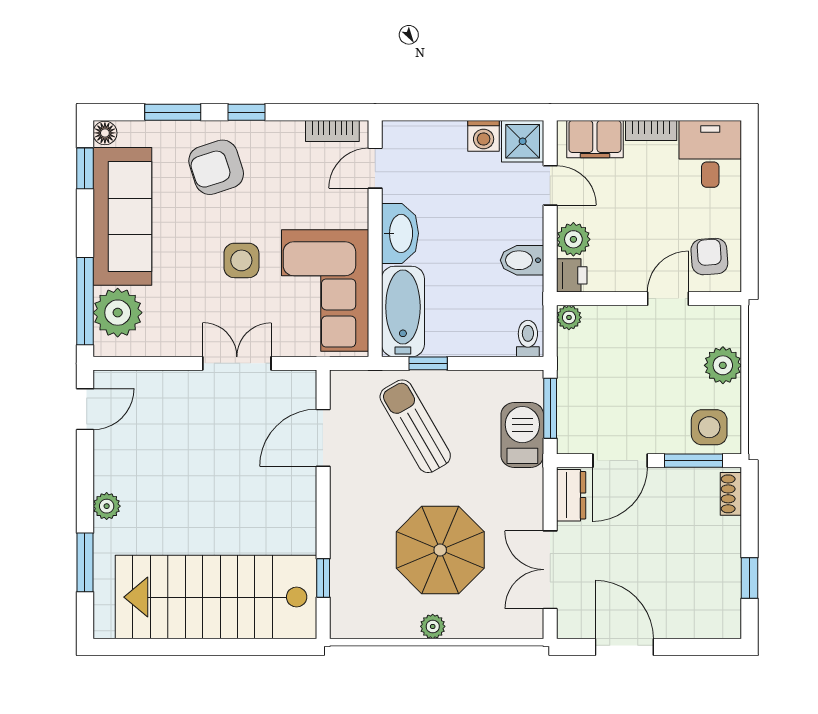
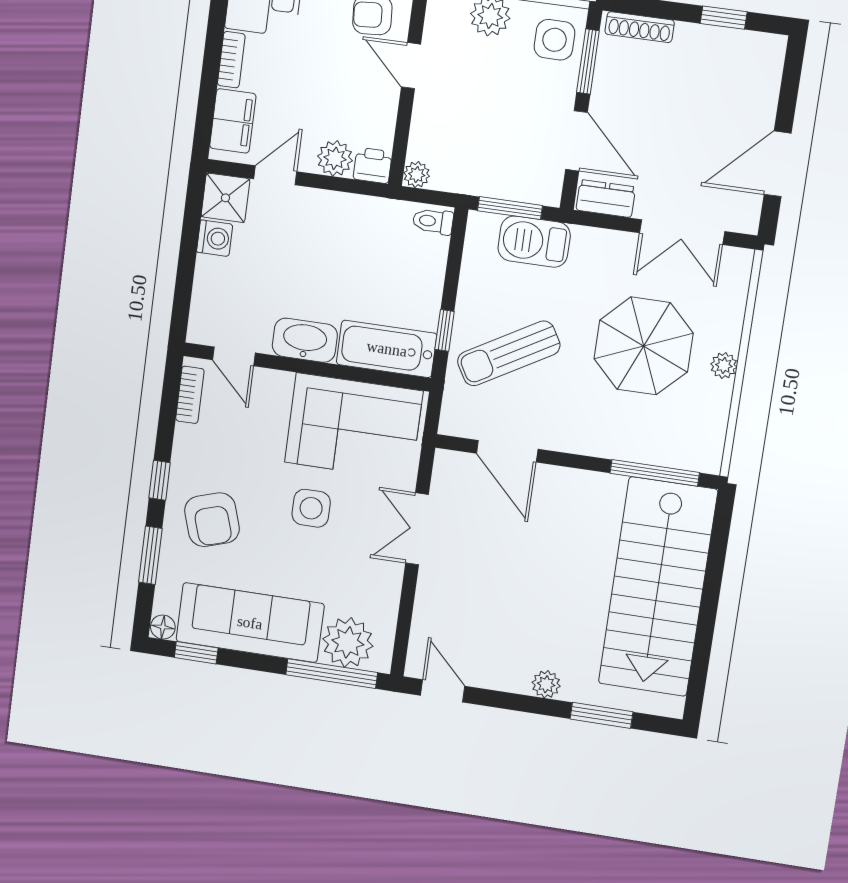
bidet: (522, 260) -> (350, 216), removed
shoe rack: (731, 494) -> (640, 27), width x1.43
window: (323, 578) -> (655, 473), width x2.17

